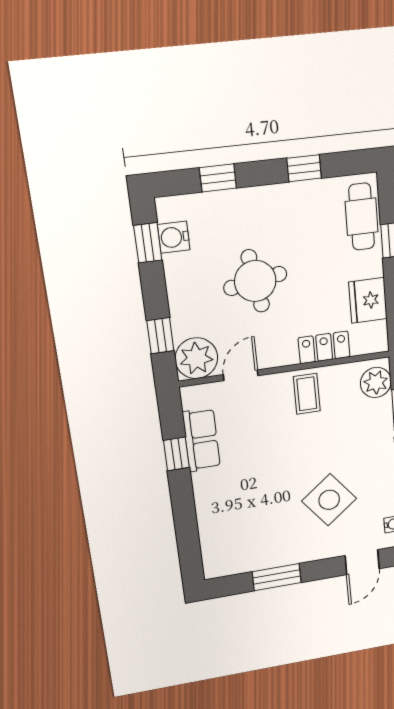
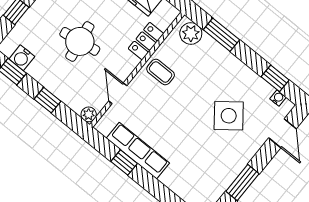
window: (160, 336) -> (48, 100), moved
plant: (196, 358) -> (89, 114), width x0.53, depth x0.53
row of seats: (201, 440) -> (138, 151), width x1.48

